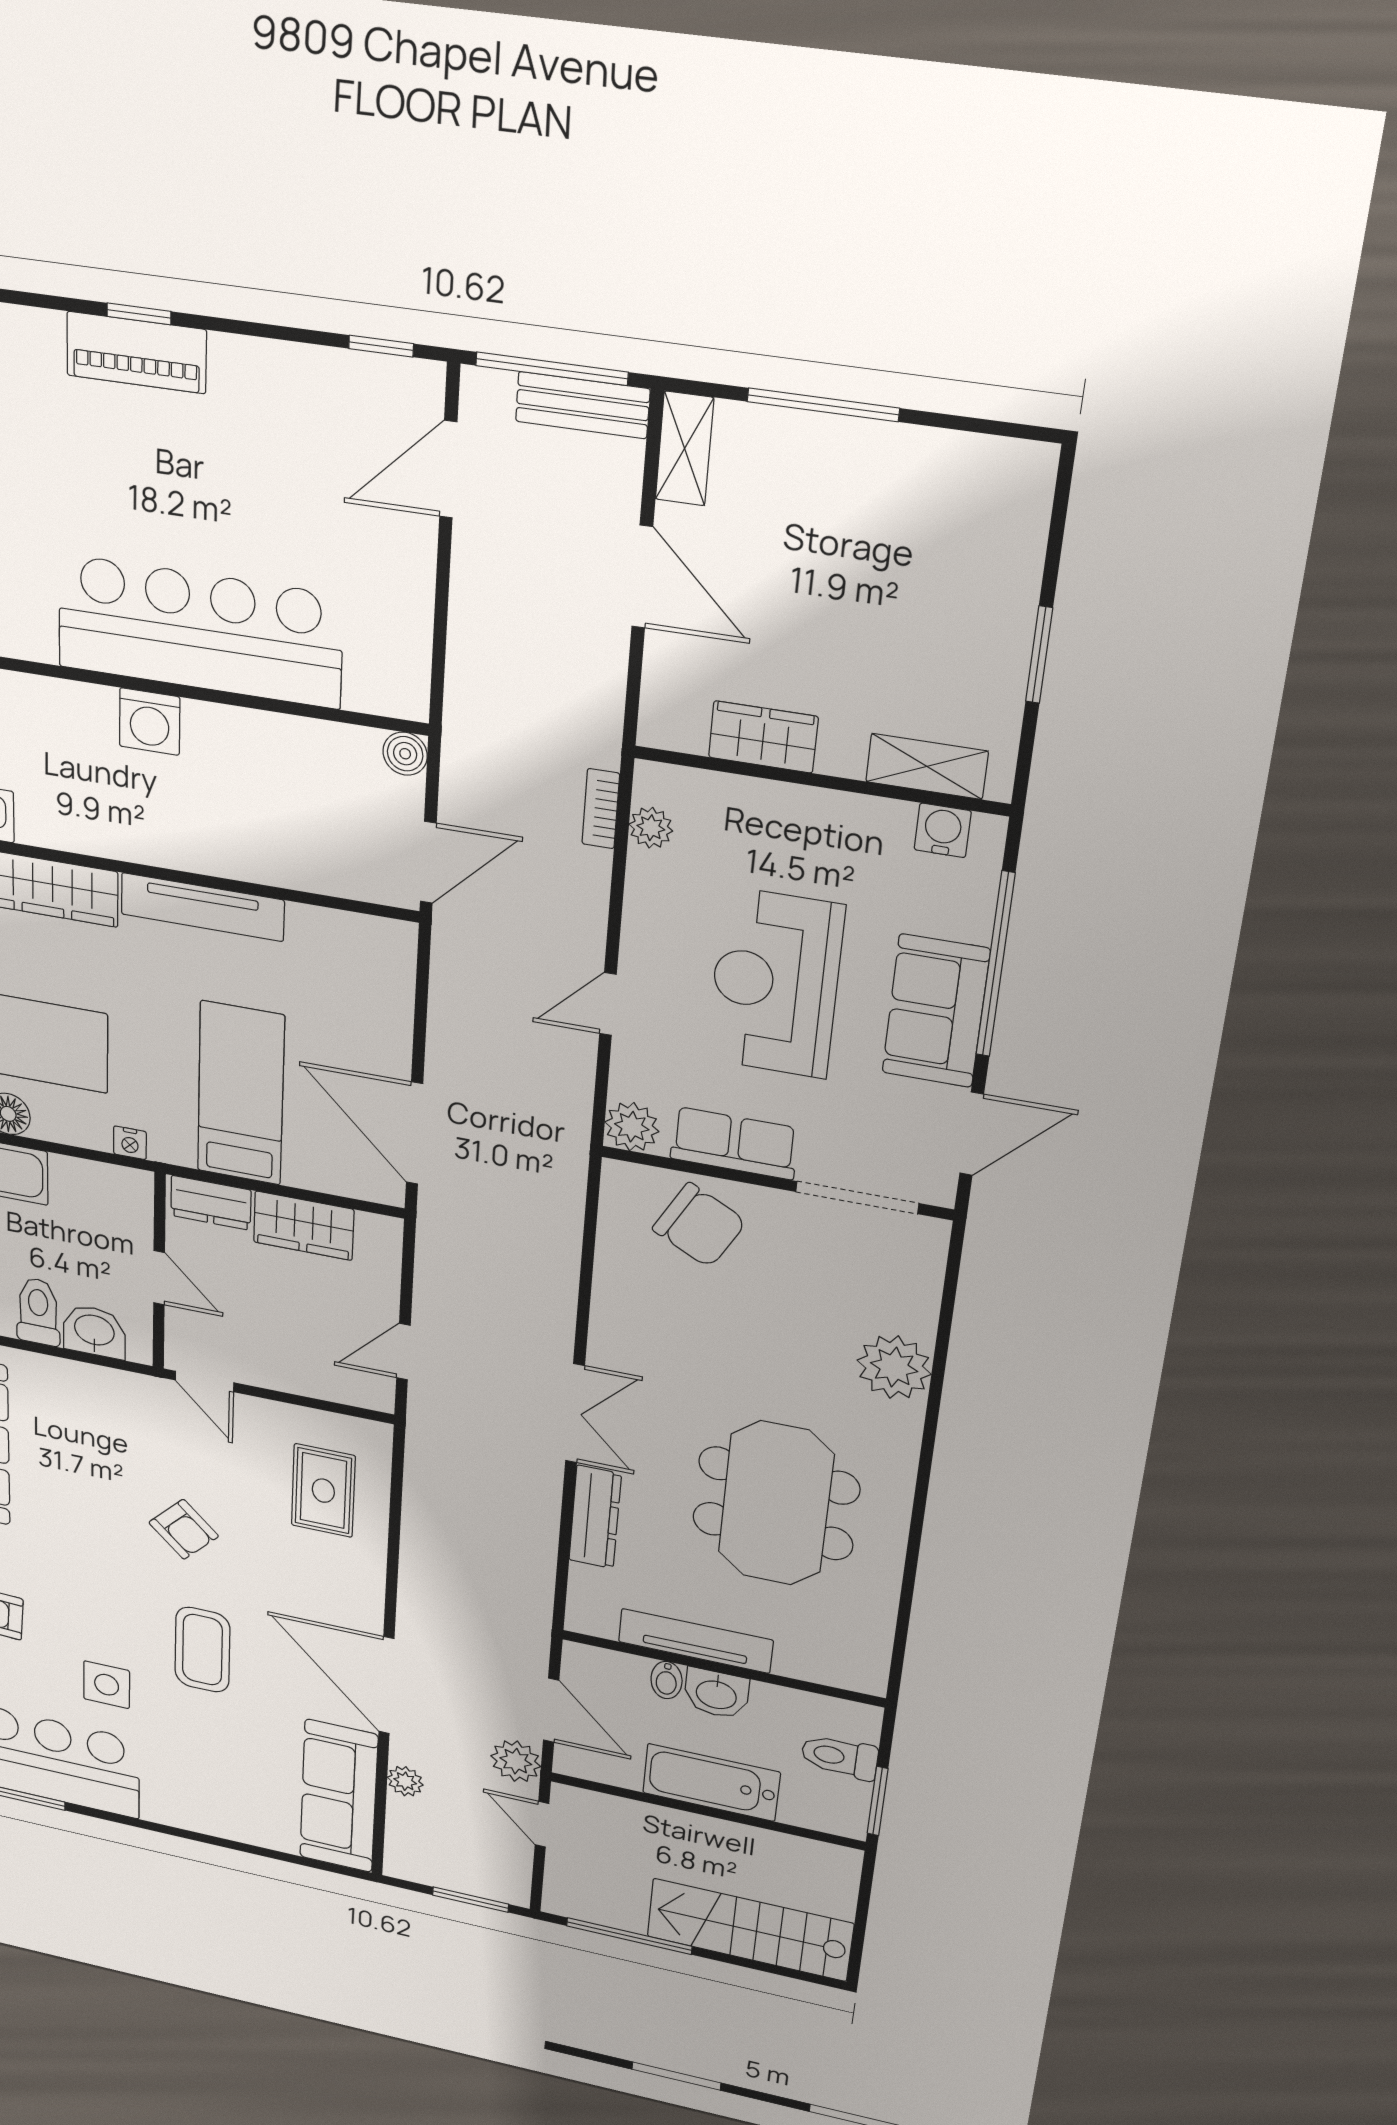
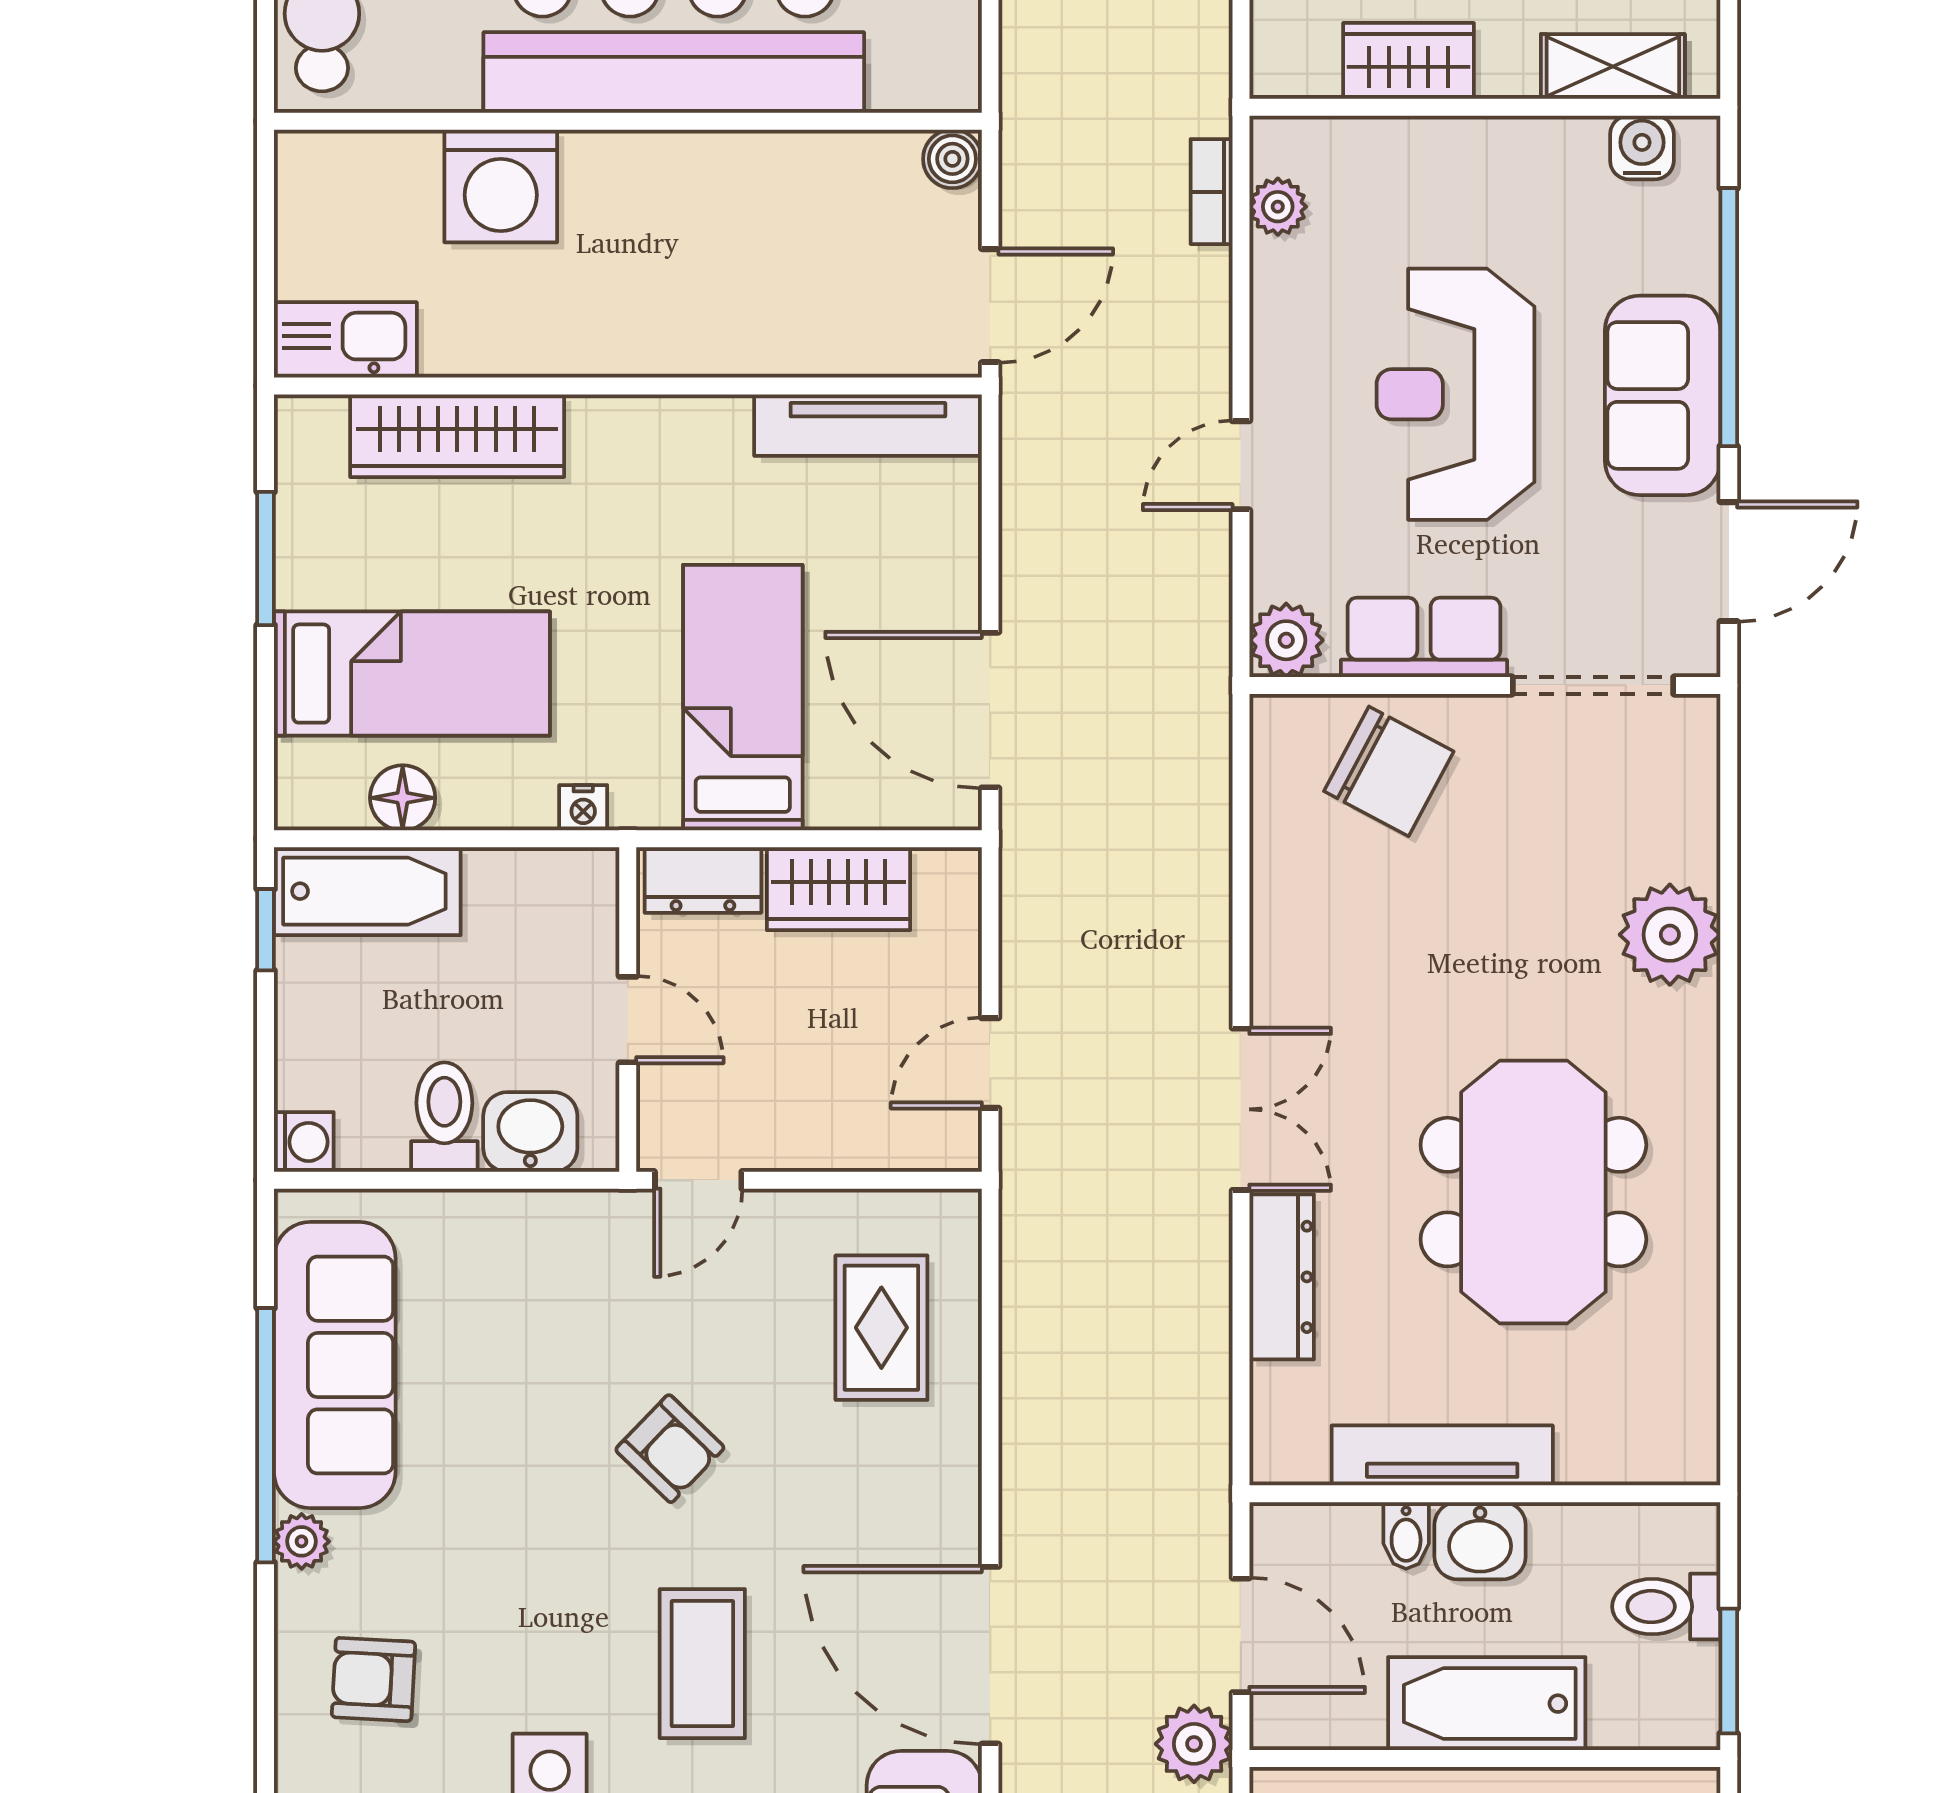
washing machine: (150, 722) -> (501, 186), moved, width x1.37, depth x1.37
tv unit: (202, 907) -> (868, 425), moved
door: (205, 1381) -> (698, 1180), hinge flipped

